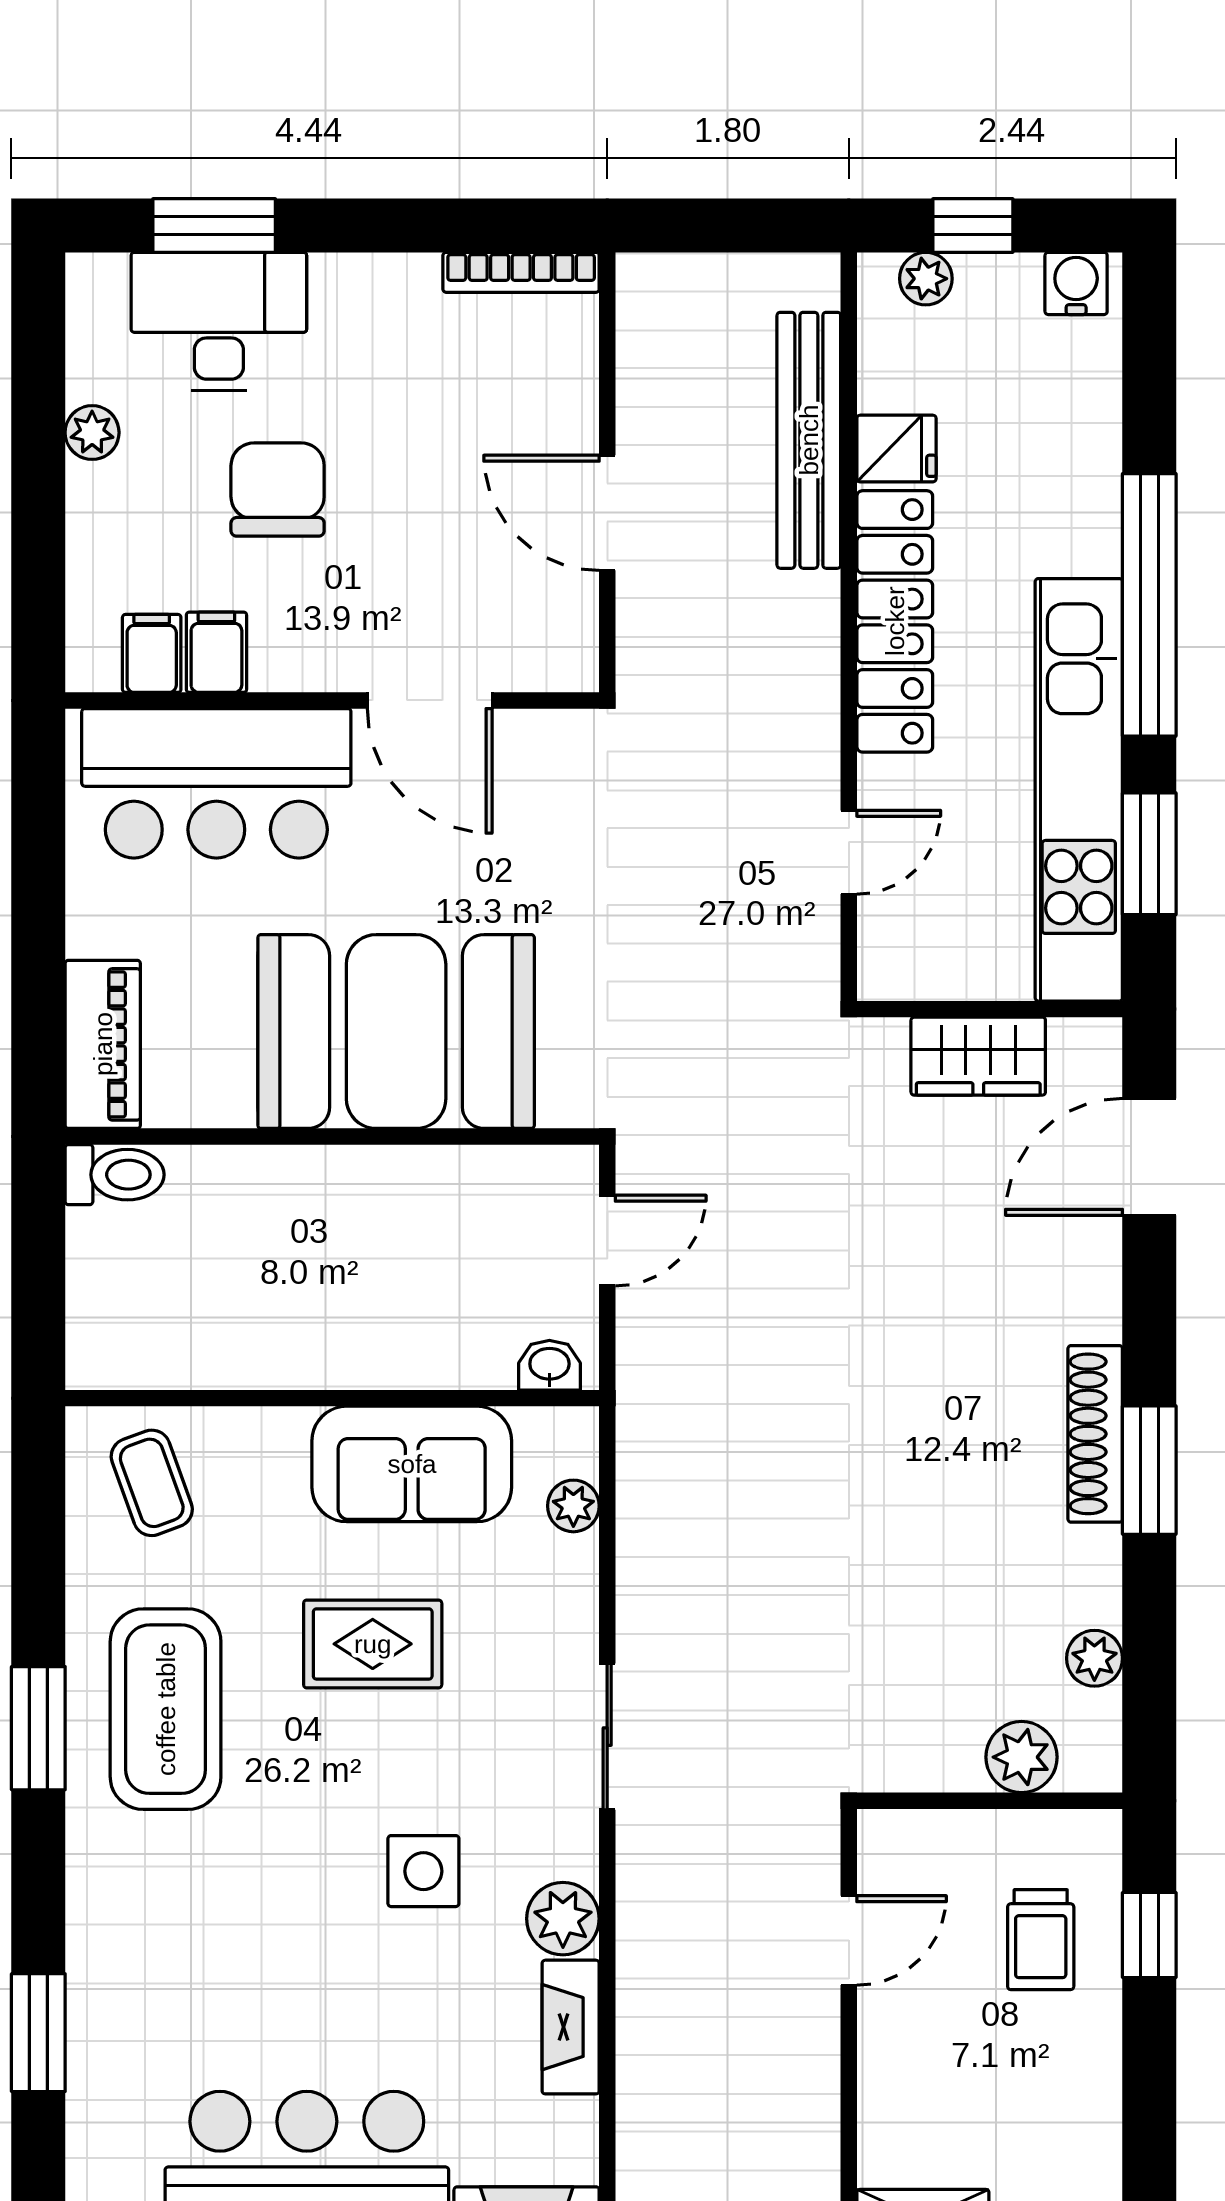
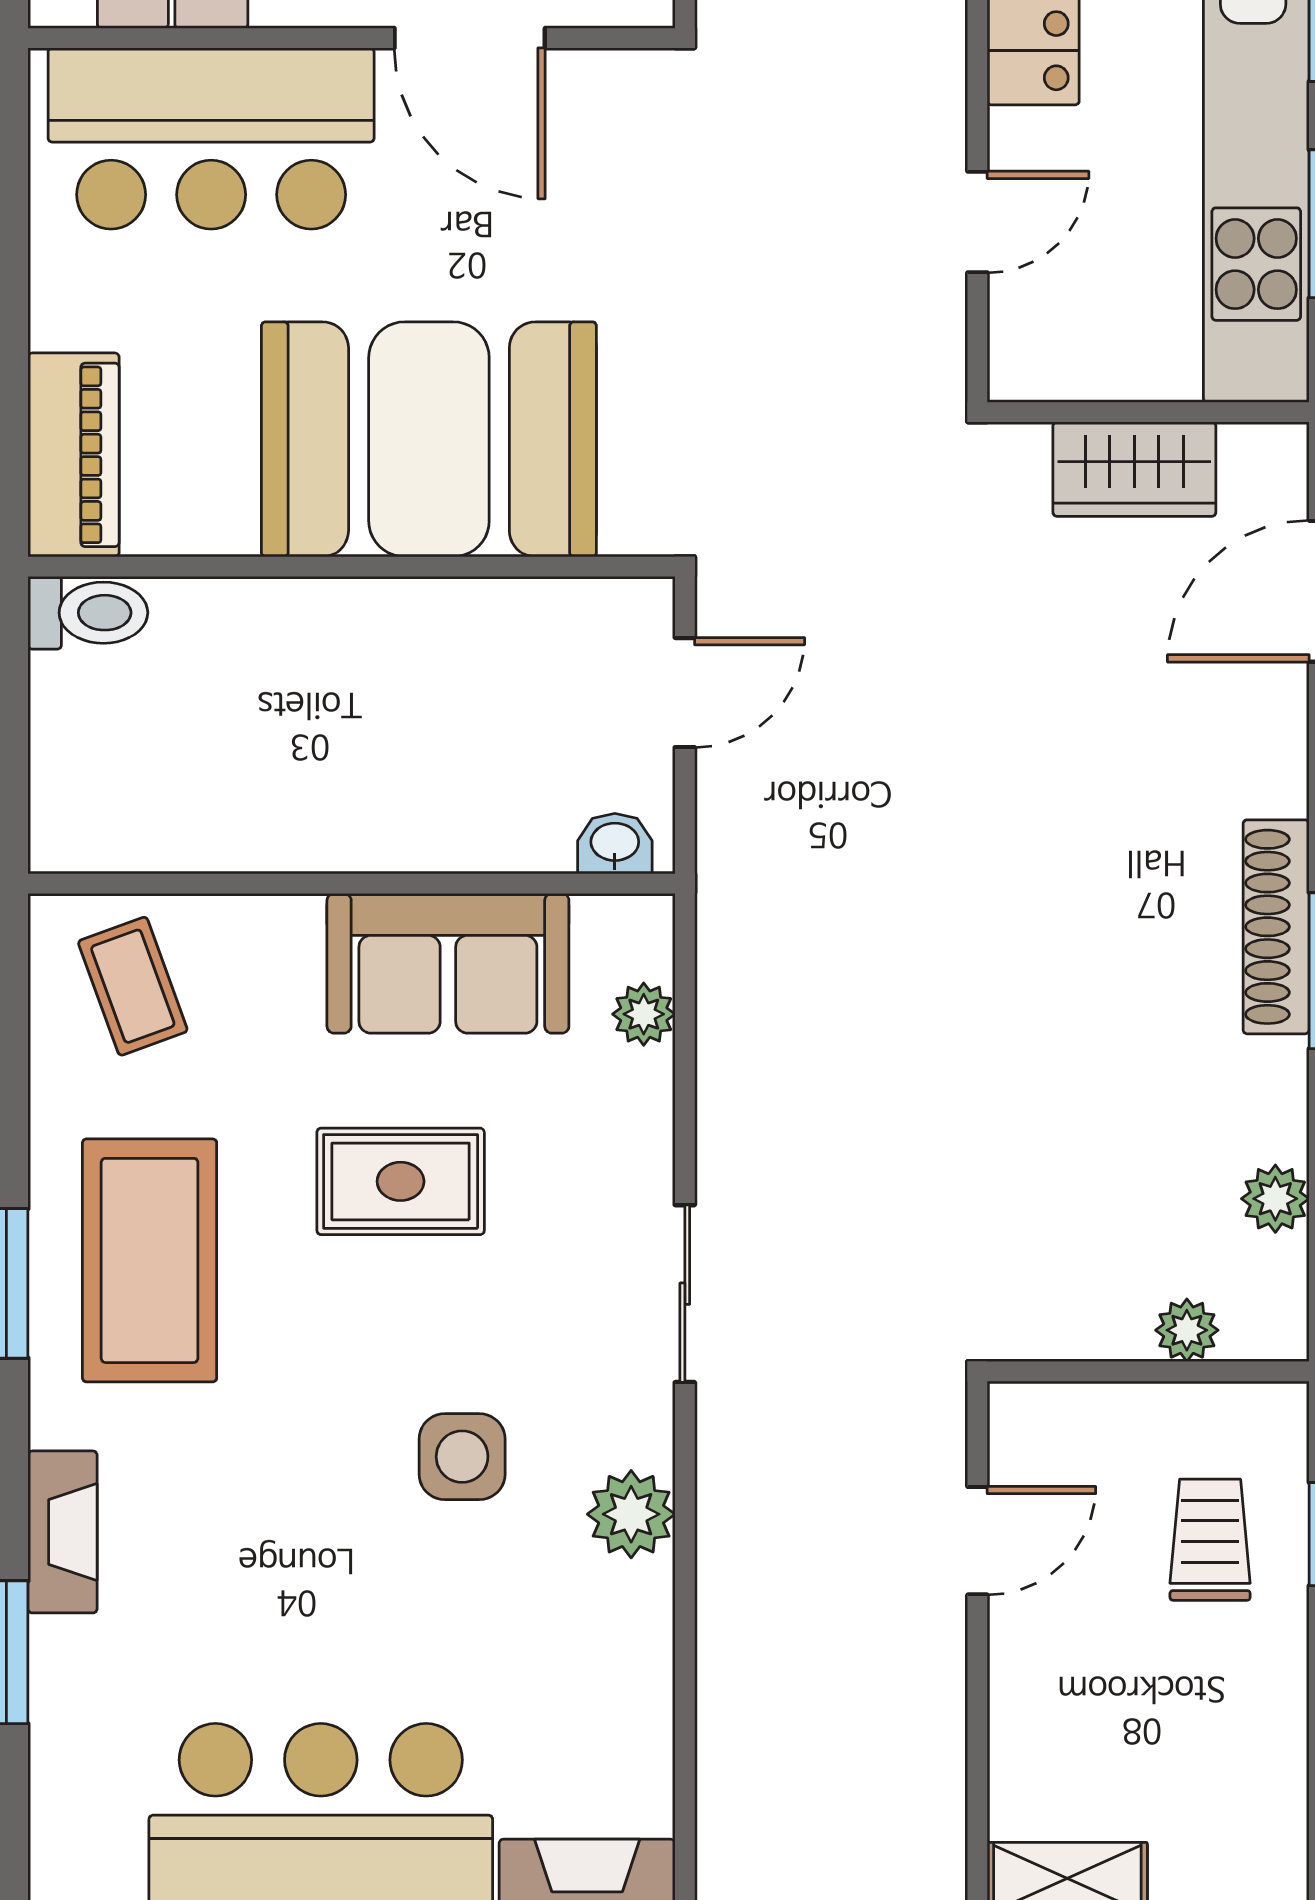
plant: (1022, 1757) -> (1187, 1330), width x0.73, depth x0.73
trolley: (1041, 1940) -> (1210, 1540), turned 180
fireplace: (571, 2027) -> (63, 1532), moved, turned 180

